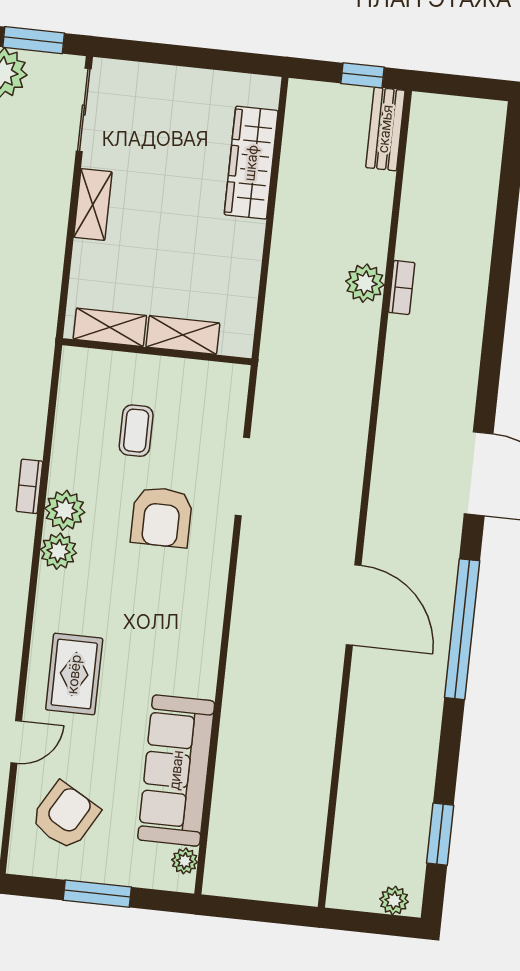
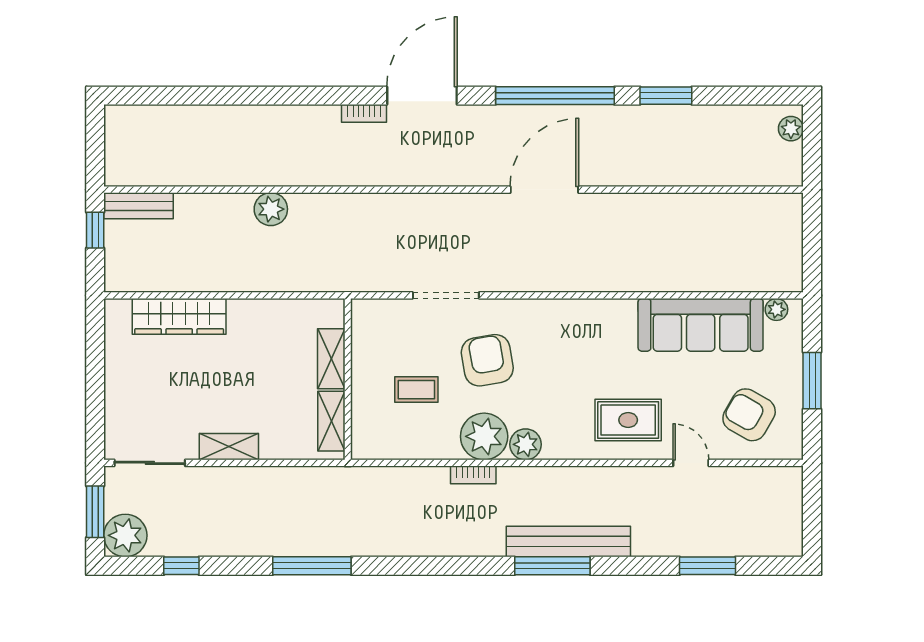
bookcase: (402, 287) -> (364, 113), moved, turned 180
plant: (65, 510) -> (484, 436), width x1.36, depth x1.36
armchair: (161, 517) -> (487, 360), turned -100
window: (440, 834) -> (666, 96), moved

